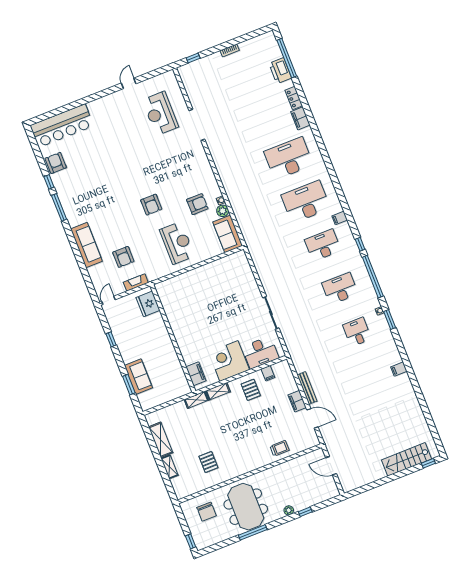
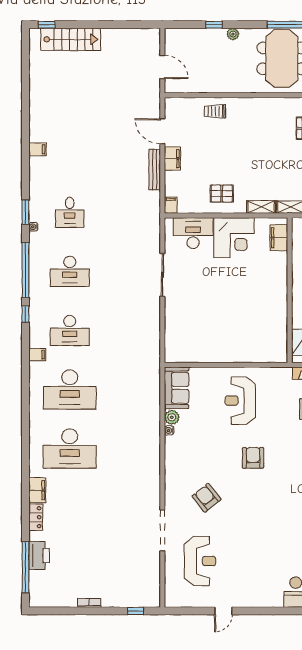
armchair: (197, 204) -> (207, 498), moved, turned 52
filing cabinet: (268, 373) -> (171, 205), moved
pallet: (251, 390) -> (222, 194), turned 90

